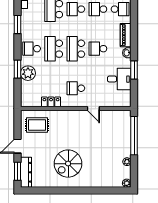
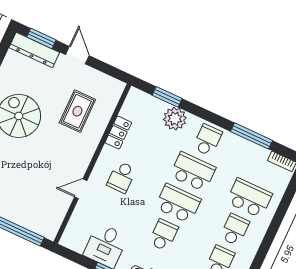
window: (17, 24) -> (251, 136), width x1.44
window: (17, 69) -> (167, 97), moved
school desk: (76, 88) -> (121, 177), turned 180
rug: (37, 125) -> (77, 111), moved

